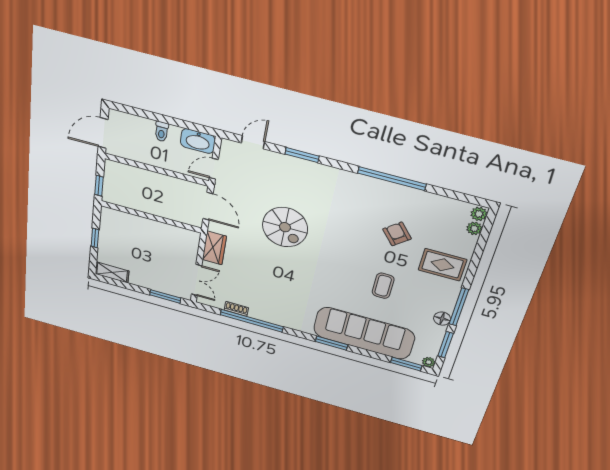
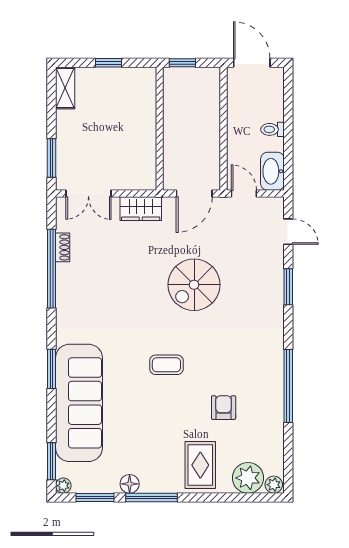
plant: (474, 228) -> (248, 478), width x1.88, depth x1.88
armchair: (397, 234) -> (224, 408), turned -50
coffee table: (383, 286) -> (166, 365), moved

